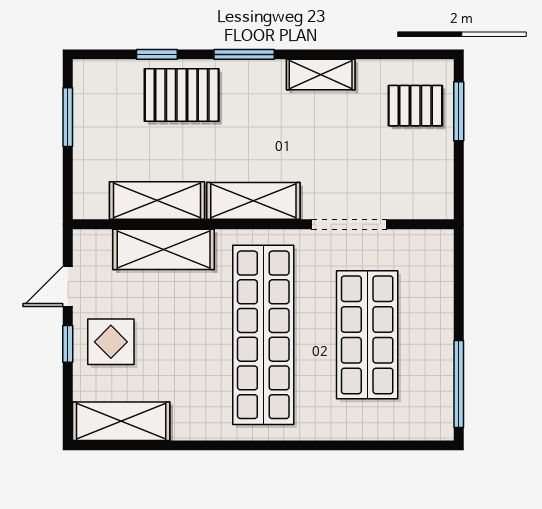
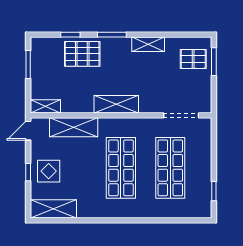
shelving: (157, 201) -> (45, 106), moved, width x0.67, depth x0.75
doorway: (349, 224) -> (181, 115), moved
door: (68, 286) -> (28, 131), moved
shop shelf: (263, 335) -> (121, 168), width x0.71
window: (459, 384) -> (214, 191), width x0.46

